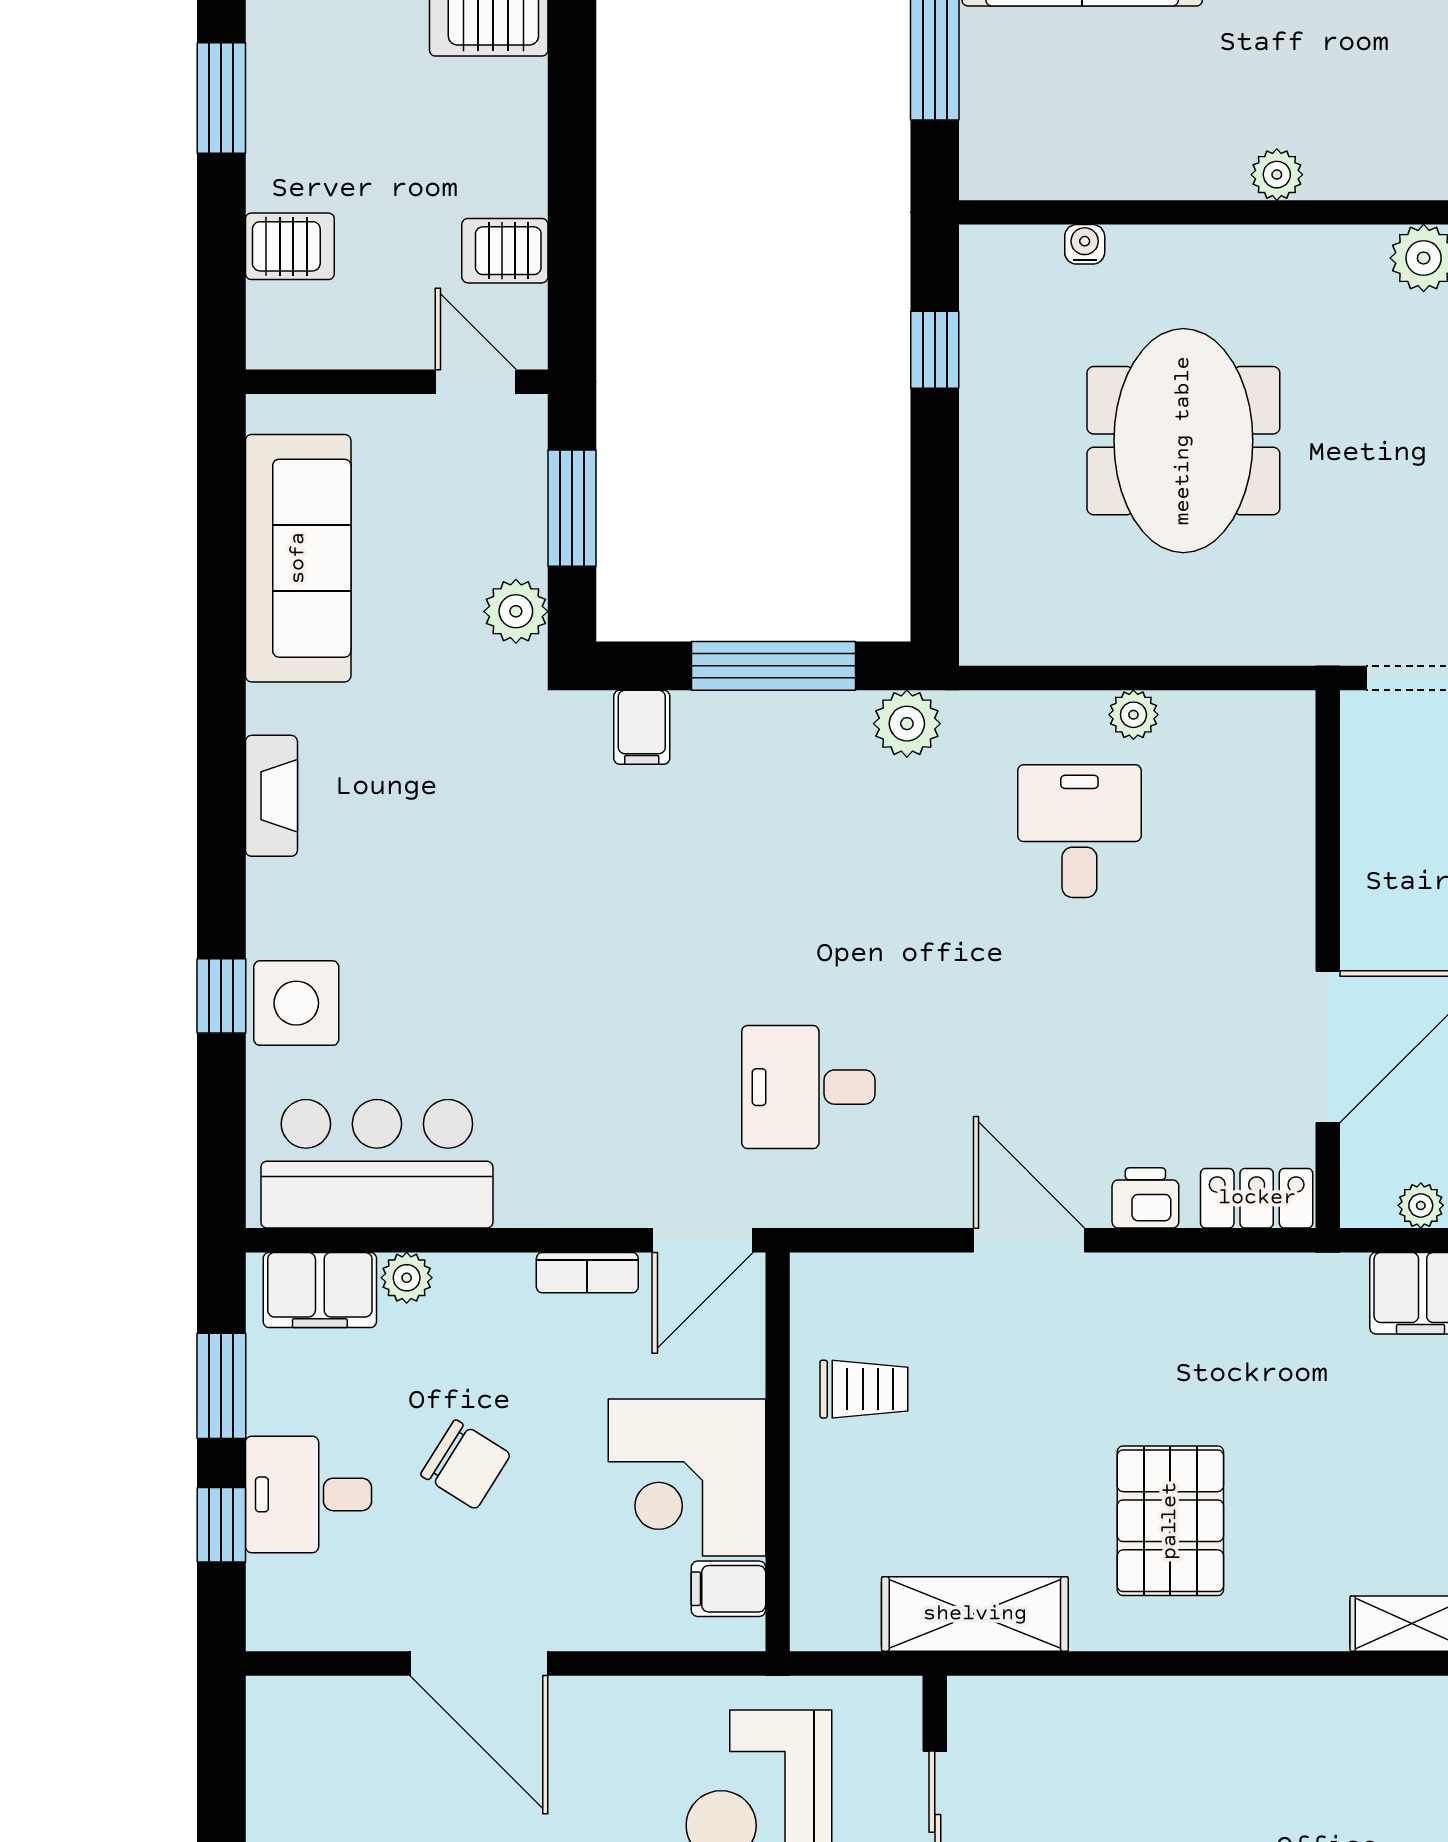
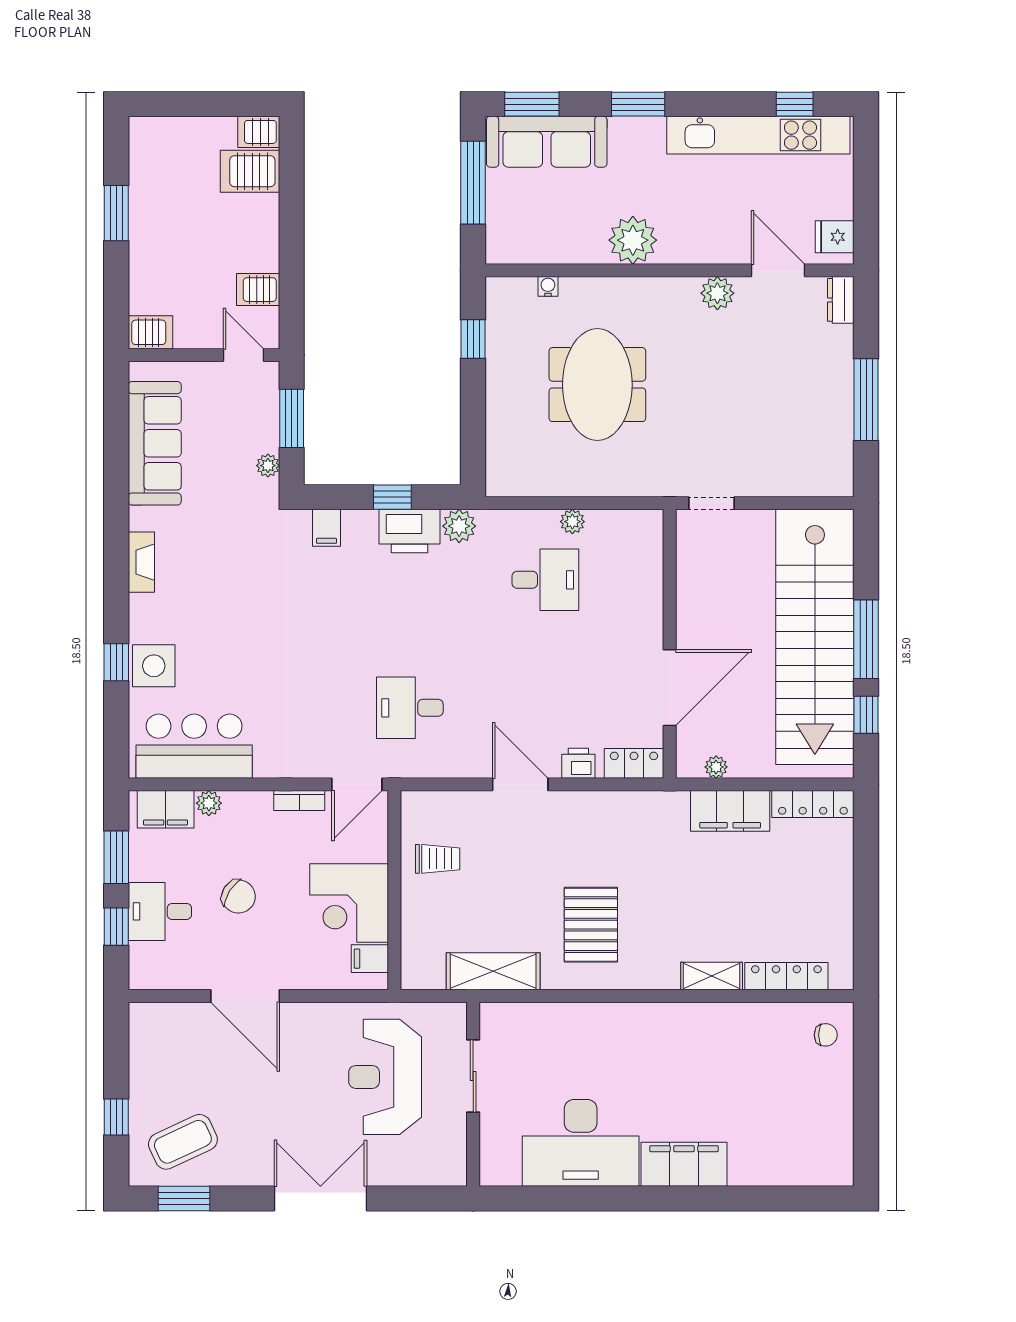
plant: (1277, 175) -> (633, 240), width x1.88, depth x1.88
server rack: (290, 246) -> (151, 332), moved
plant: (516, 611) -> (268, 466), width x0.73, depth x0.73
window: (774, 666) -> (392, 497), width x0.46
printer: (808, 734) -> (410, 531), added
desk: (1079, 831) -> (545, 580), turned 90

